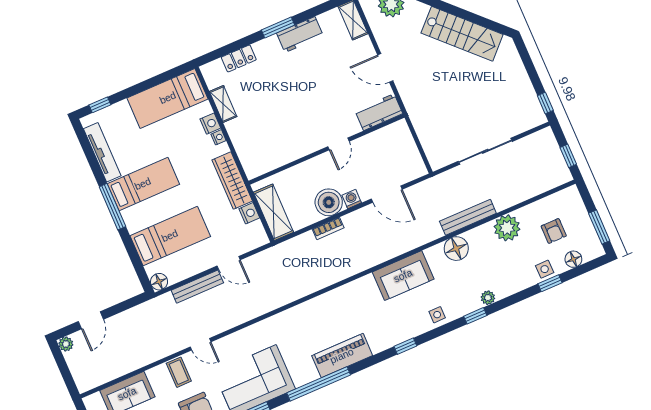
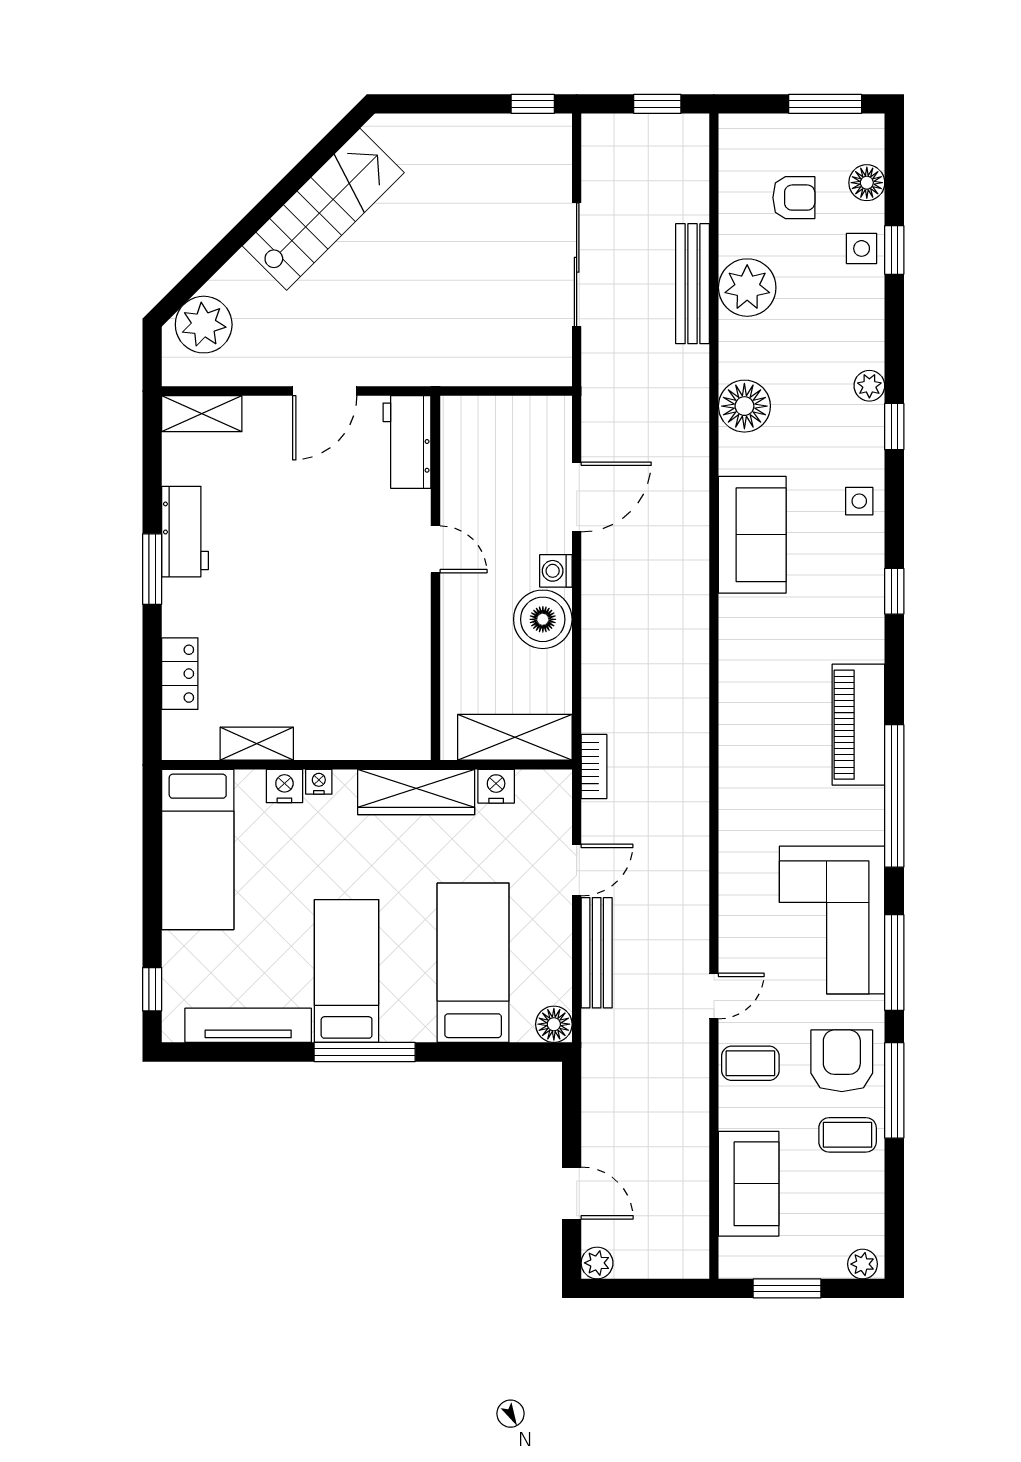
bench: (468, 217) -> (693, 284), moved
bookcase: (328, 228) -> (594, 766), moved

